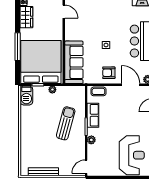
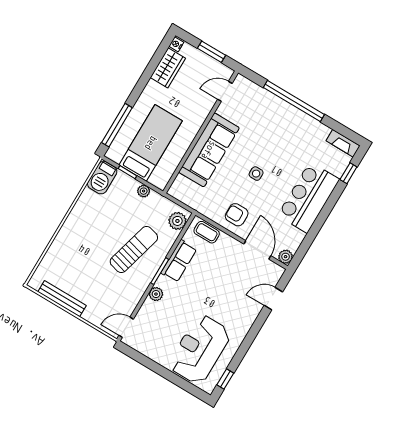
door: (64, 12) -> (225, 91), swing flipped
window: (18, 47) -> (117, 125), moved
bed: (41, 62) -> (151, 143), width x0.49
sofa: (74, 62) -> (209, 150), moved
plant: (80, 95) -> (177, 221), added
reception desk: (132, 155) -> (200, 349), turned 180

